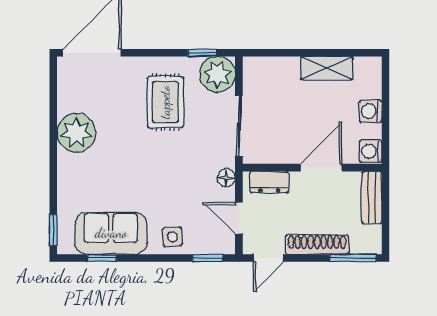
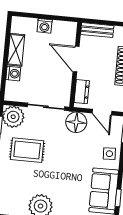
washing machine: (371, 151) -> (13, 74), moved, turned -90
floor lamp: (226, 178) -> (76, 122), width x1.89, depth x1.89
door: (239, 218) -> (102, 112), hinge flipped

